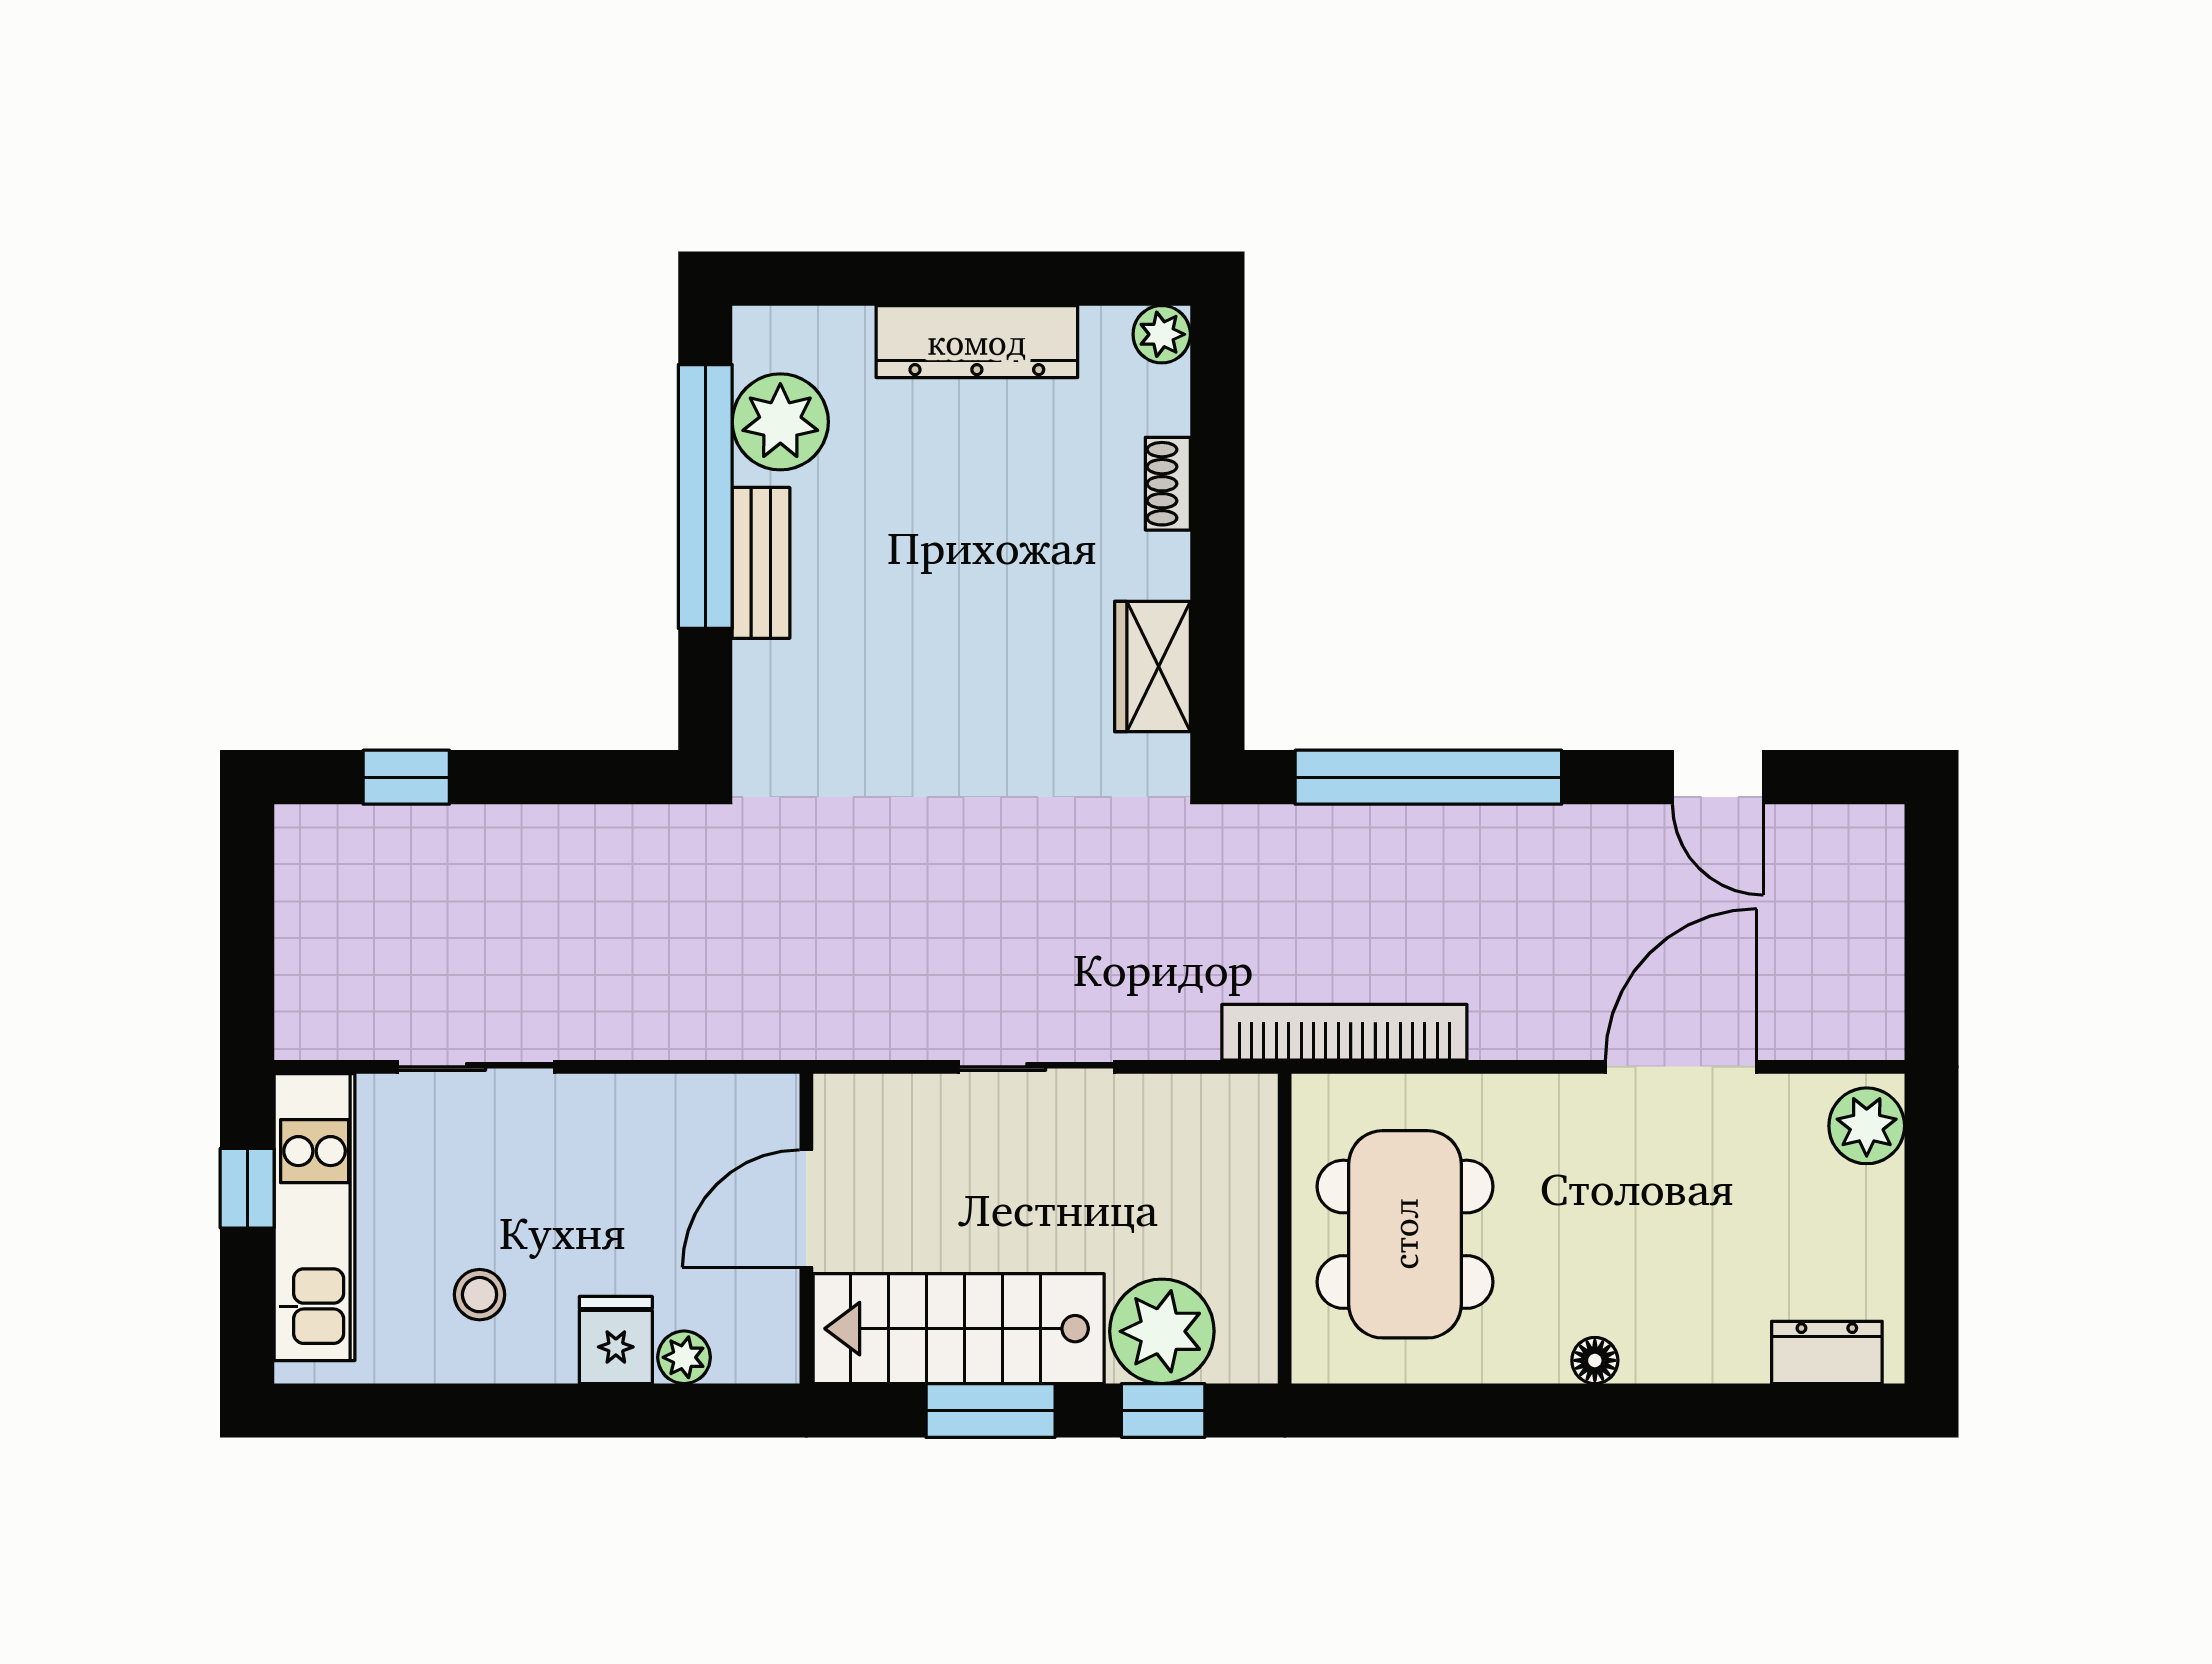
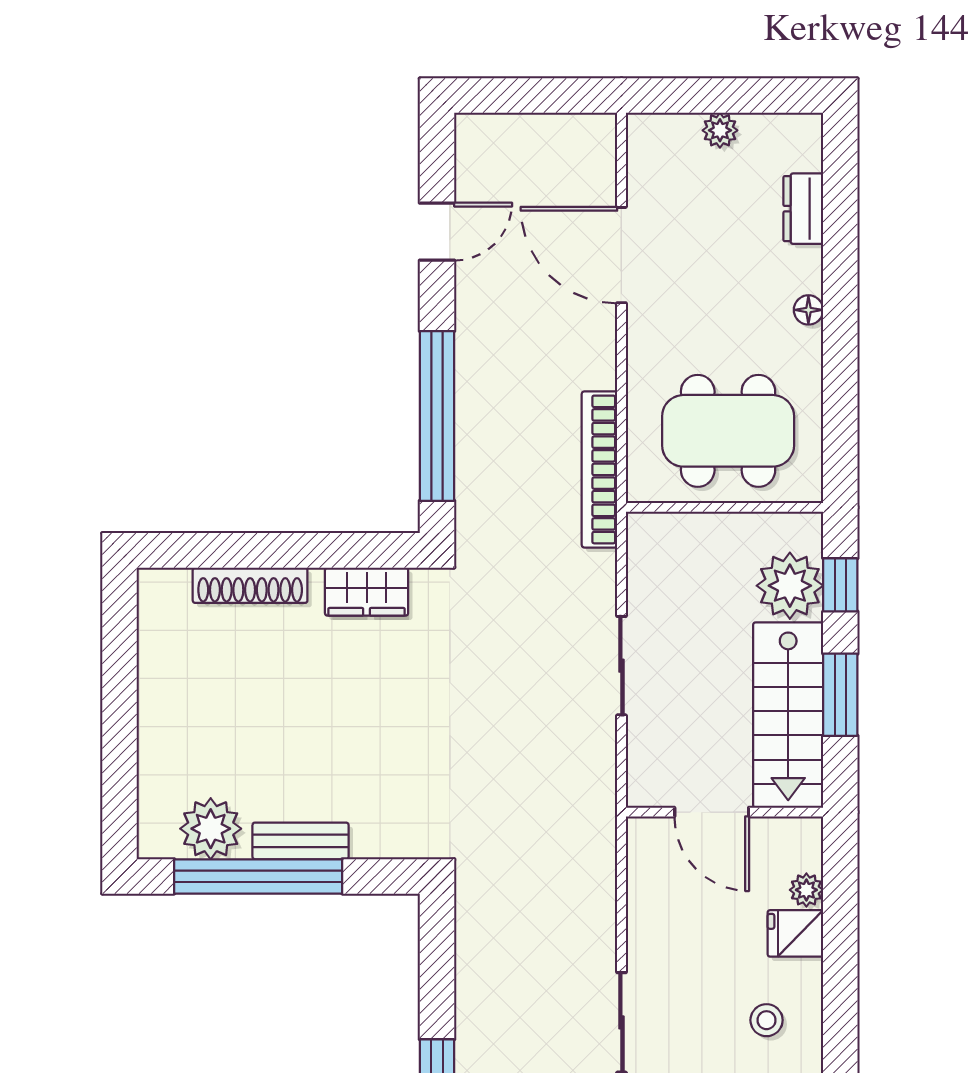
plant: (1162, 334) -> (155, 586), removed
dresser: (977, 342) -> (160, 703), removed
shoe rack: (1168, 484) -> (250, 585), width x1.94, depth x1.24
plant: (1867, 1126) -> (720, 130), moved, width x0.73, depth x0.73
dresser: (1827, 1352) -> (803, 209), moved

